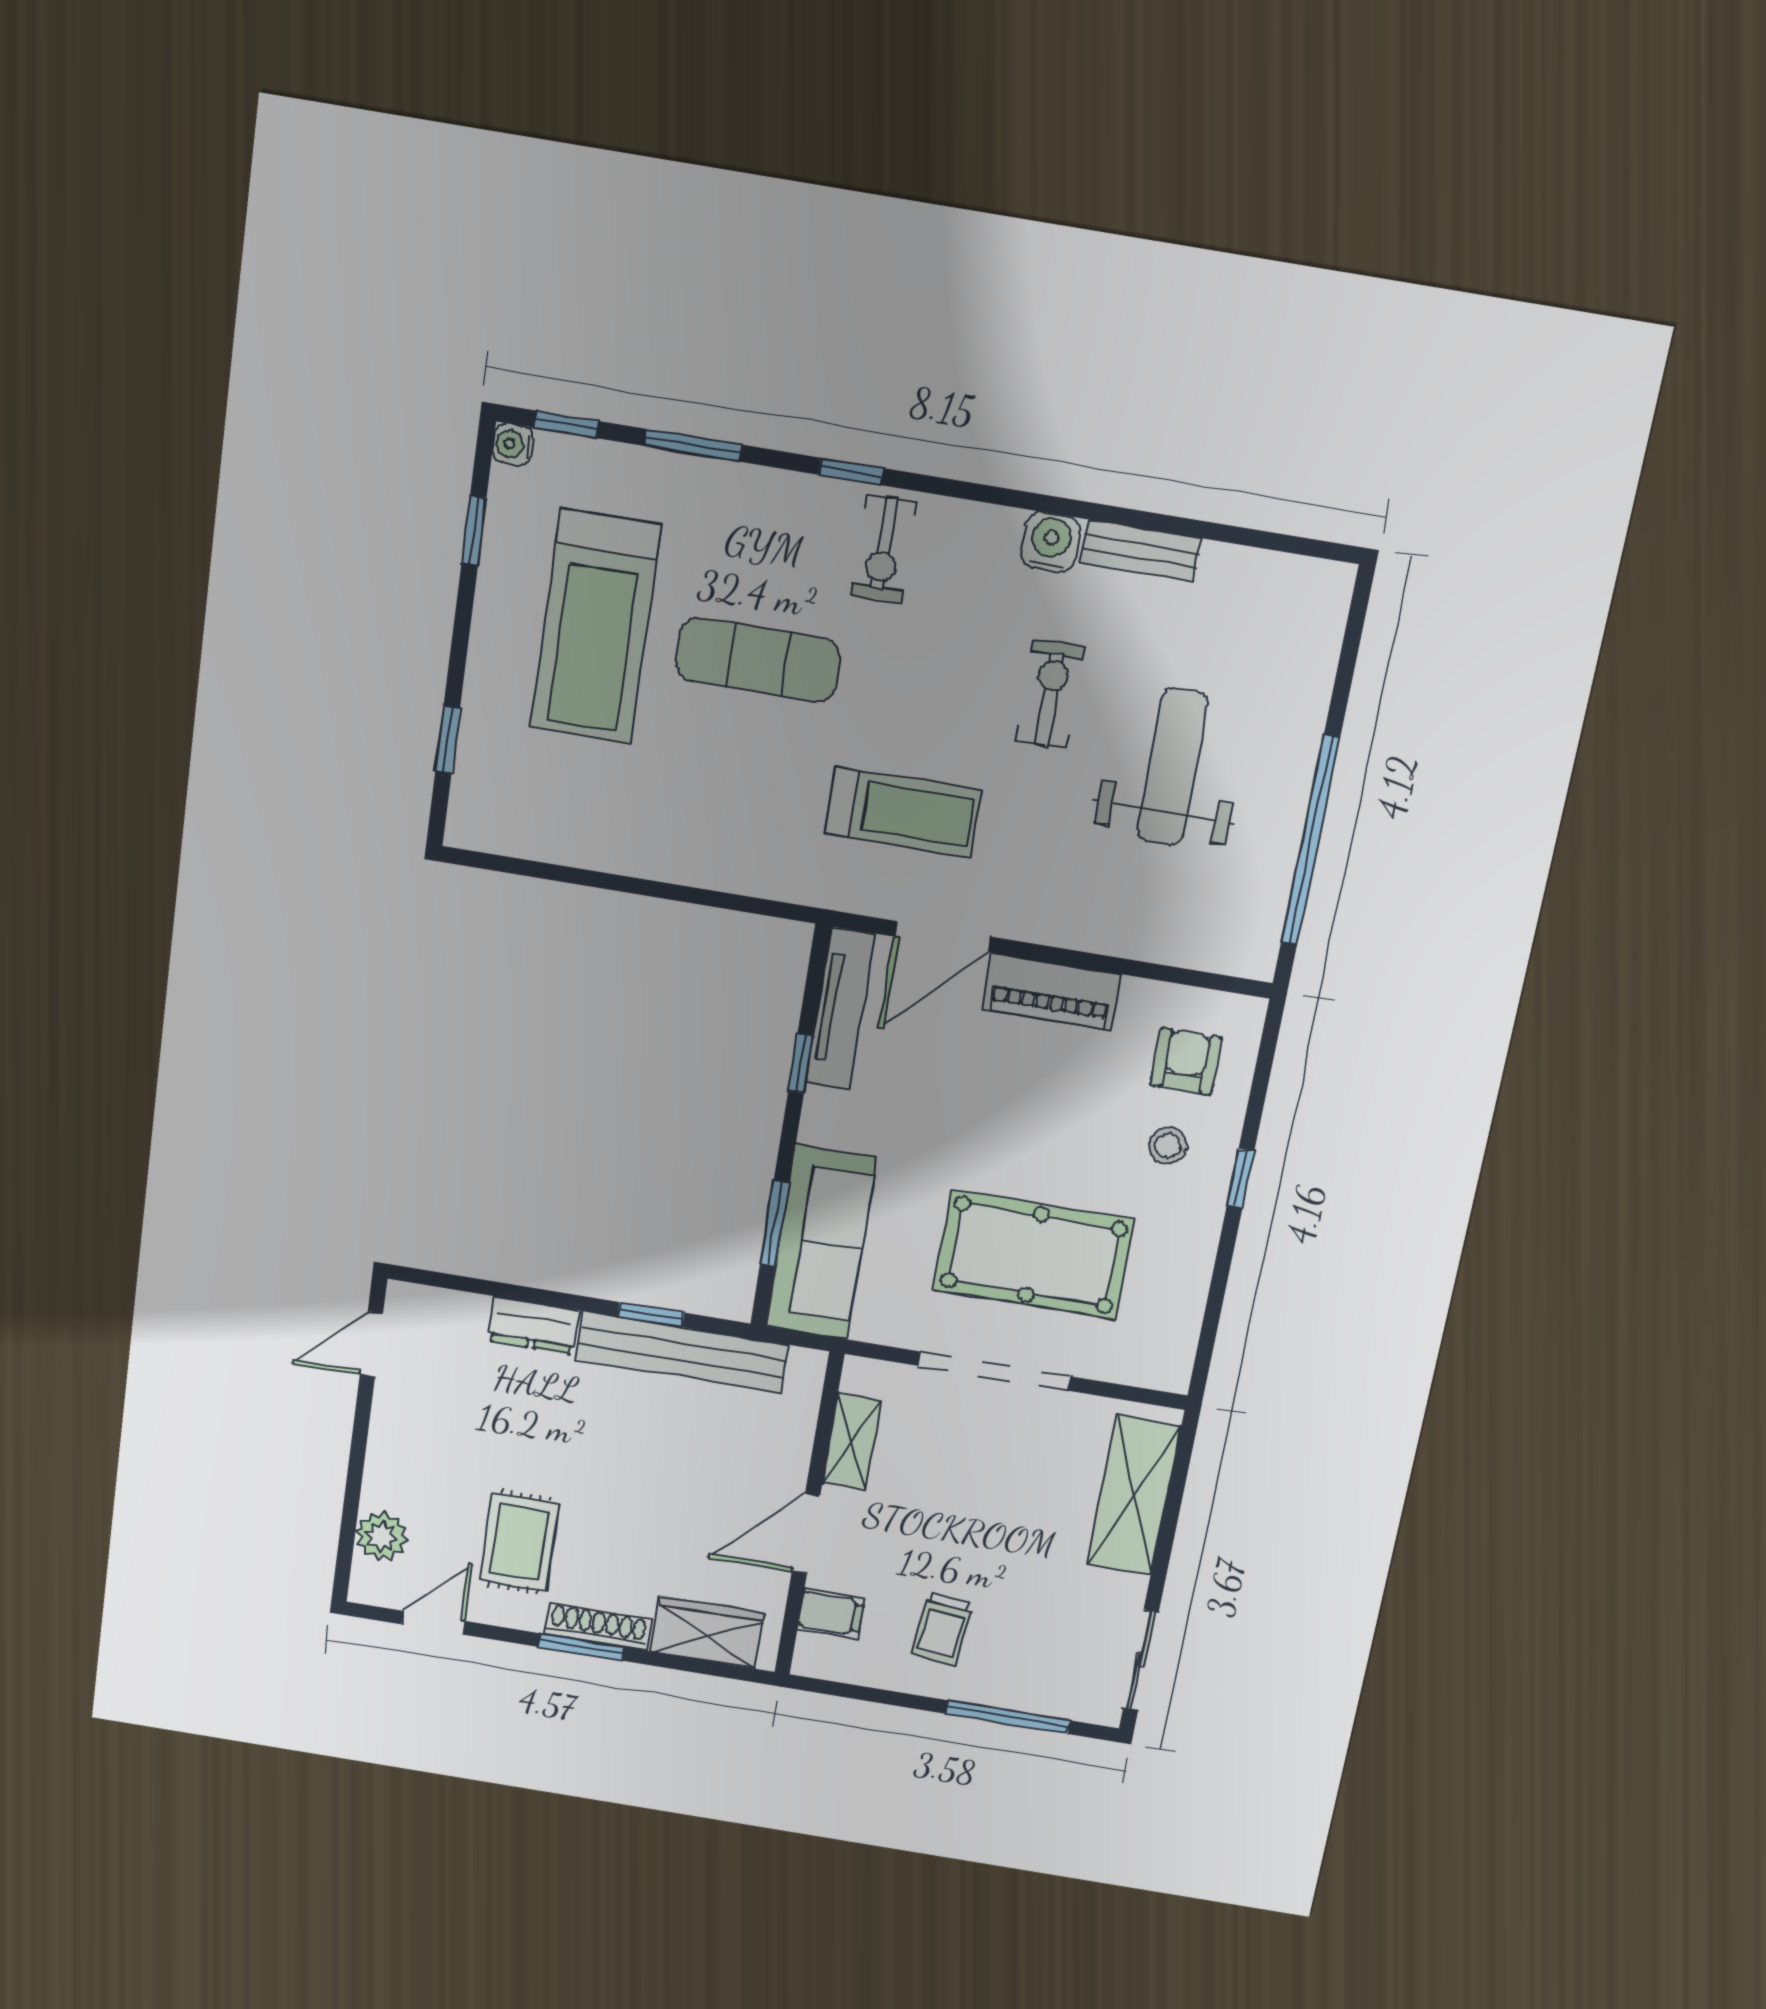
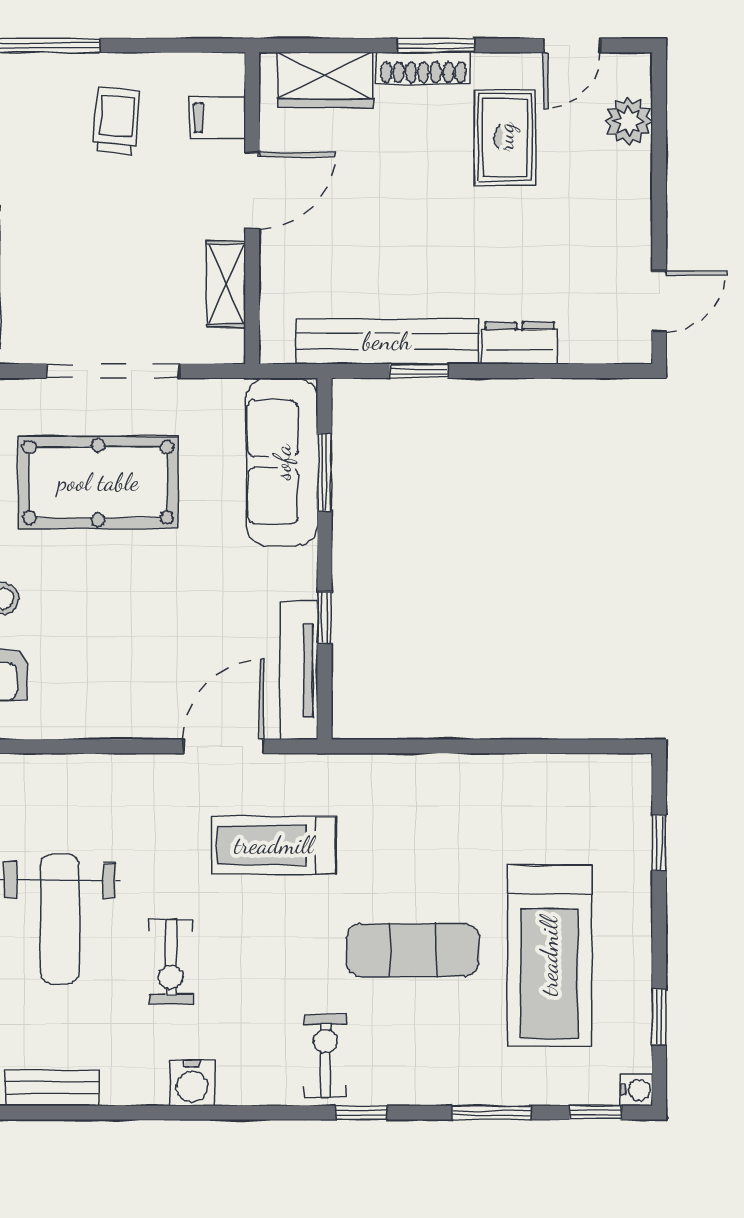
bench: (1140, 551) -> (52, 1088), moved
treadmill: (596, 627) -> (549, 956), turned 180
piano: (1052, 992) -> (124, 715), removed

